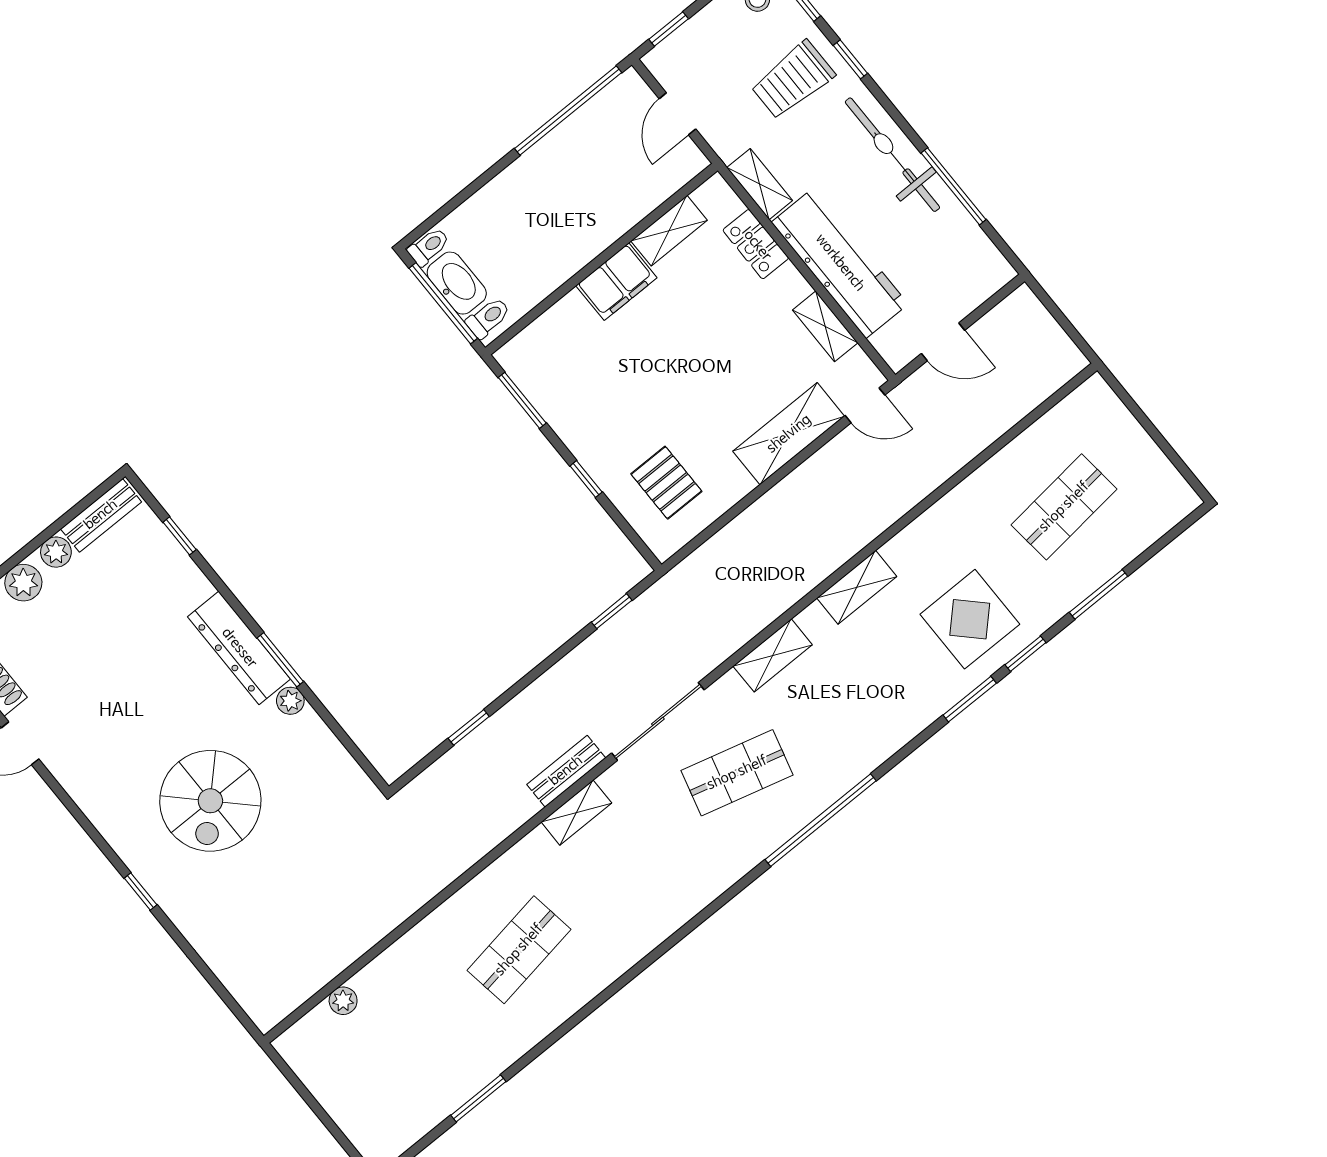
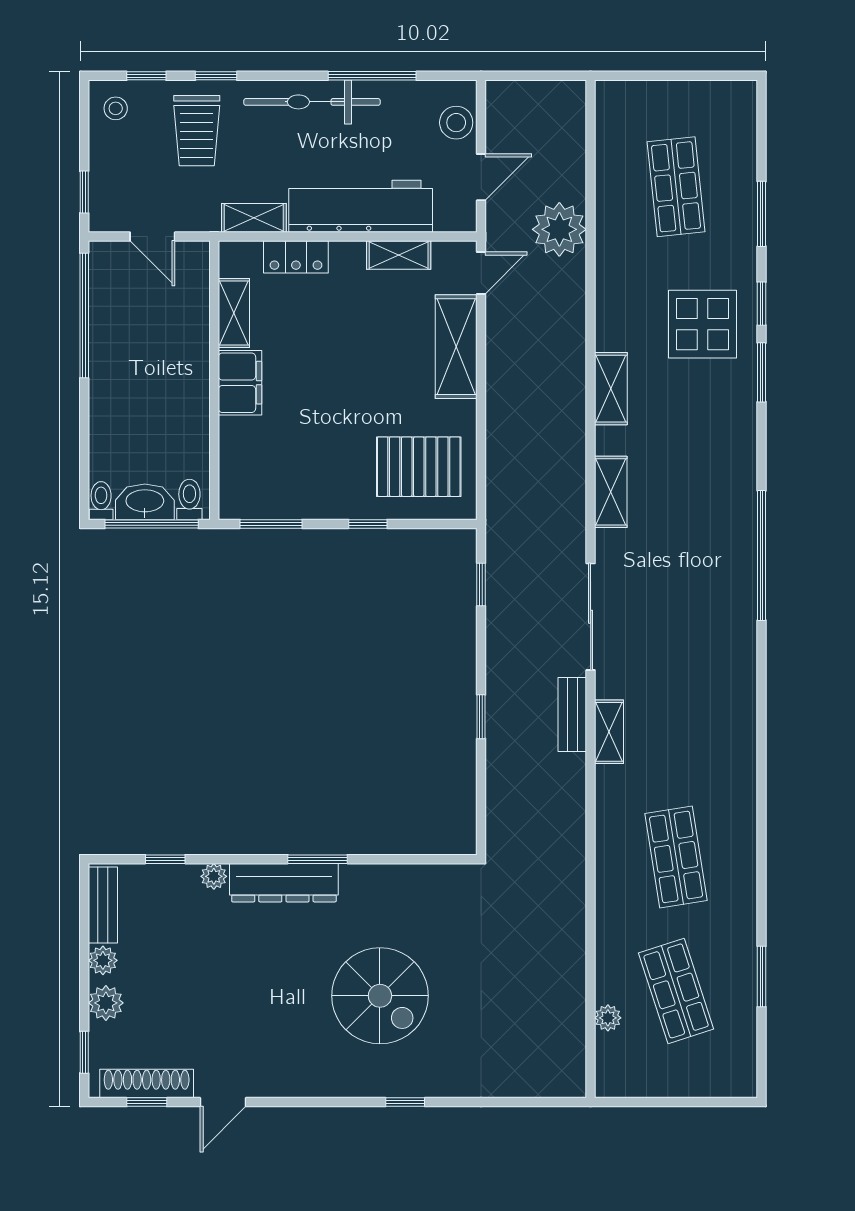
stool: (971, 286) -> (456, 123), added
plant: (952, 440) -> (559, 229), added
pallet: (666, 483) -> (419, 467), width x1.50, depth x1.42
plant: (290, 701) -> (214, 876), moved
window: (469, 727) -> (481, 717), moved
shop shelf: (737, 773) -> (676, 991), moved, turned -33

